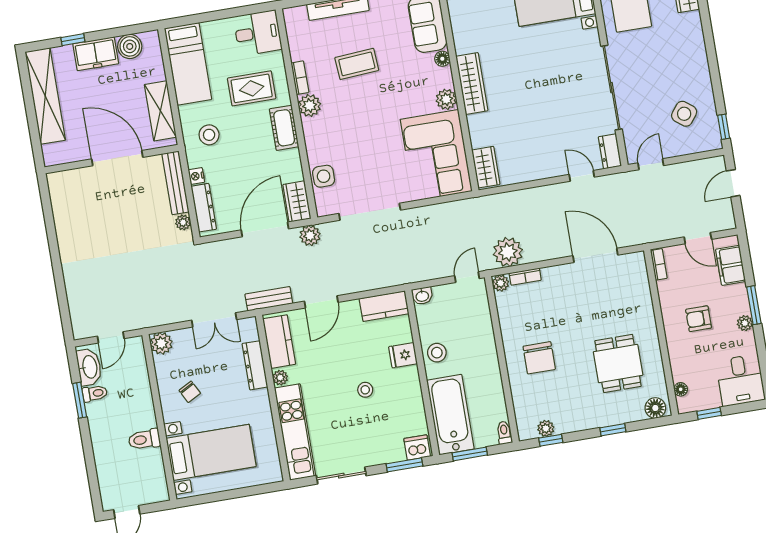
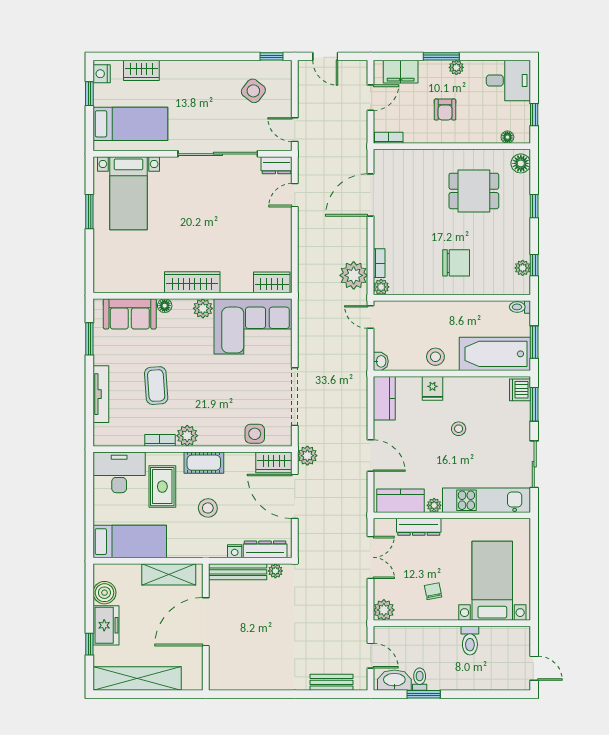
desk: (258, 33) -> (119, 472), width x1.37
stool: (209, 135) -> (208, 508), moved
bench: (269, 299) -> (331, 682), moved, turned 90
chair: (190, 392) -> (433, 591), turned -73

